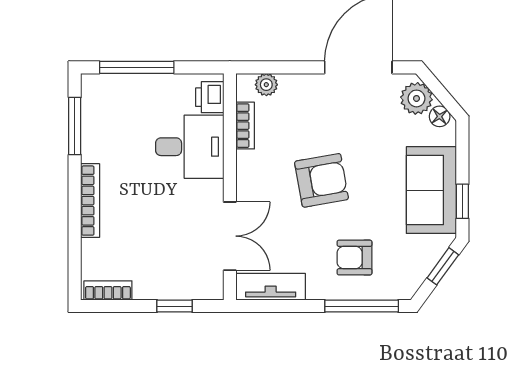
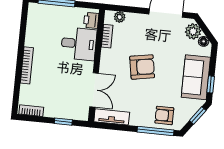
window: (75, 126) -> (23, 28), removed
armchair: (355, 258) -> (164, 115), moved

